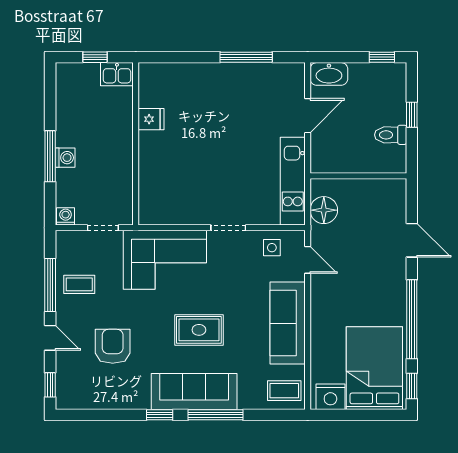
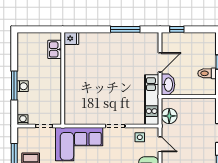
window: (95, 57) -> (40, 29), removed
window: (382, 57) -> (177, 29), moved
kitchen sink: (117, 74) -> (55, 49), moved, turned 90
washbasin: (329, 74) -> (168, 85), moved, turned -90
fridge: (151, 119) -> (71, 38), moved

